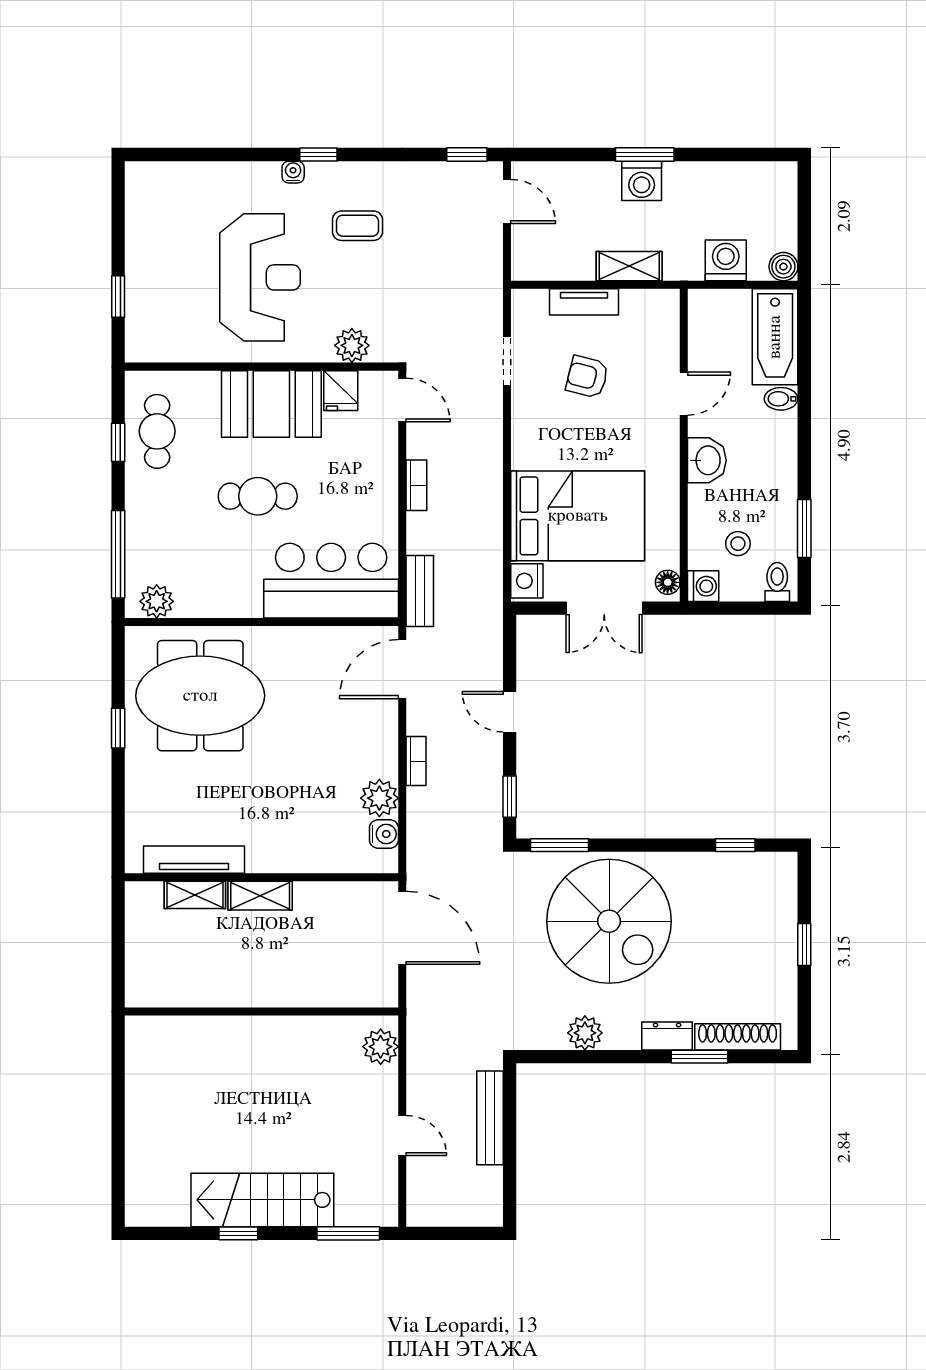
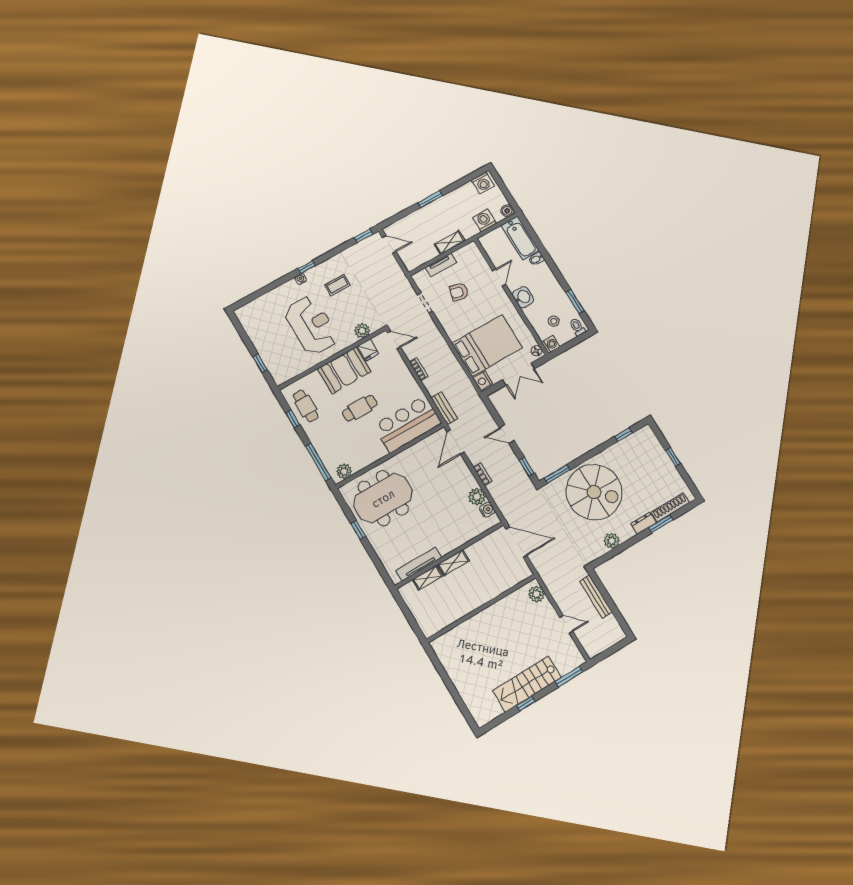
washing machine: (642, 181) -> (483, 183), moved

